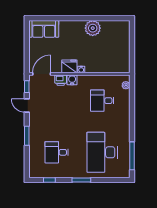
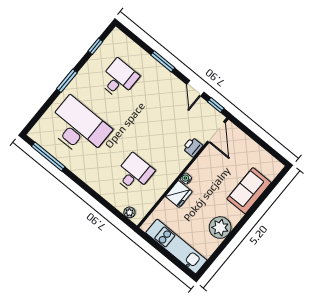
sofa: (44, 29) -> (249, 191), moved
kitchen unit: (123, 44) -> (176, 246), added
fridge: (69, 66) -> (179, 194), moved
water cooler: (72, 80) -> (183, 160), removed
door: (27, 106) -> (195, 88), swing flipped

